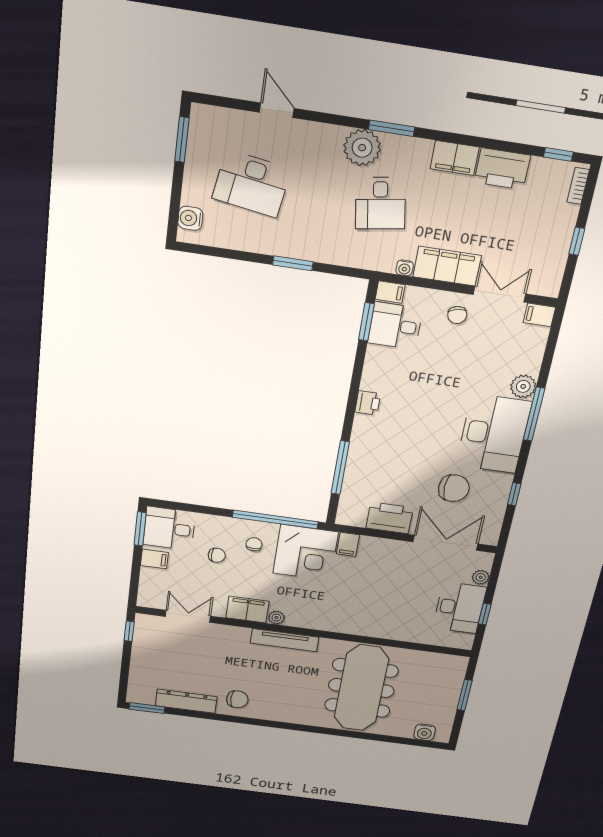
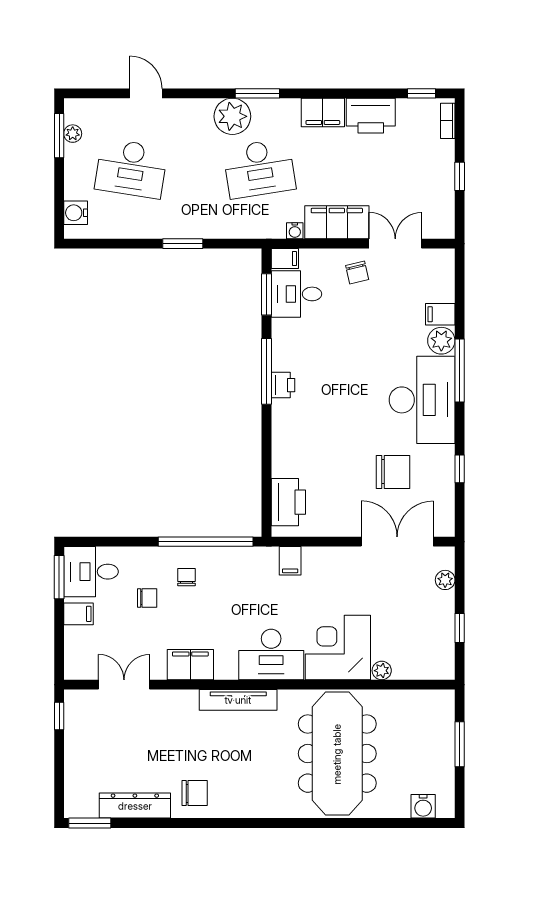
plant: (196, 140) -> (73, 134), added
desk: (380, 203) -> (259, 168), width x1.37
filing cabinet: (539, 315) -> (440, 314), moved
window: (340, 468) -> (266, 371), moved
printer: (390, 518) -> (288, 502), moved, turned 90
corner desk: (306, 553) -> (338, 647), moved, turned 180
desk: (459, 608) -> (271, 655), moved, turned 90
plant: (276, 618) -> (382, 671), moved

